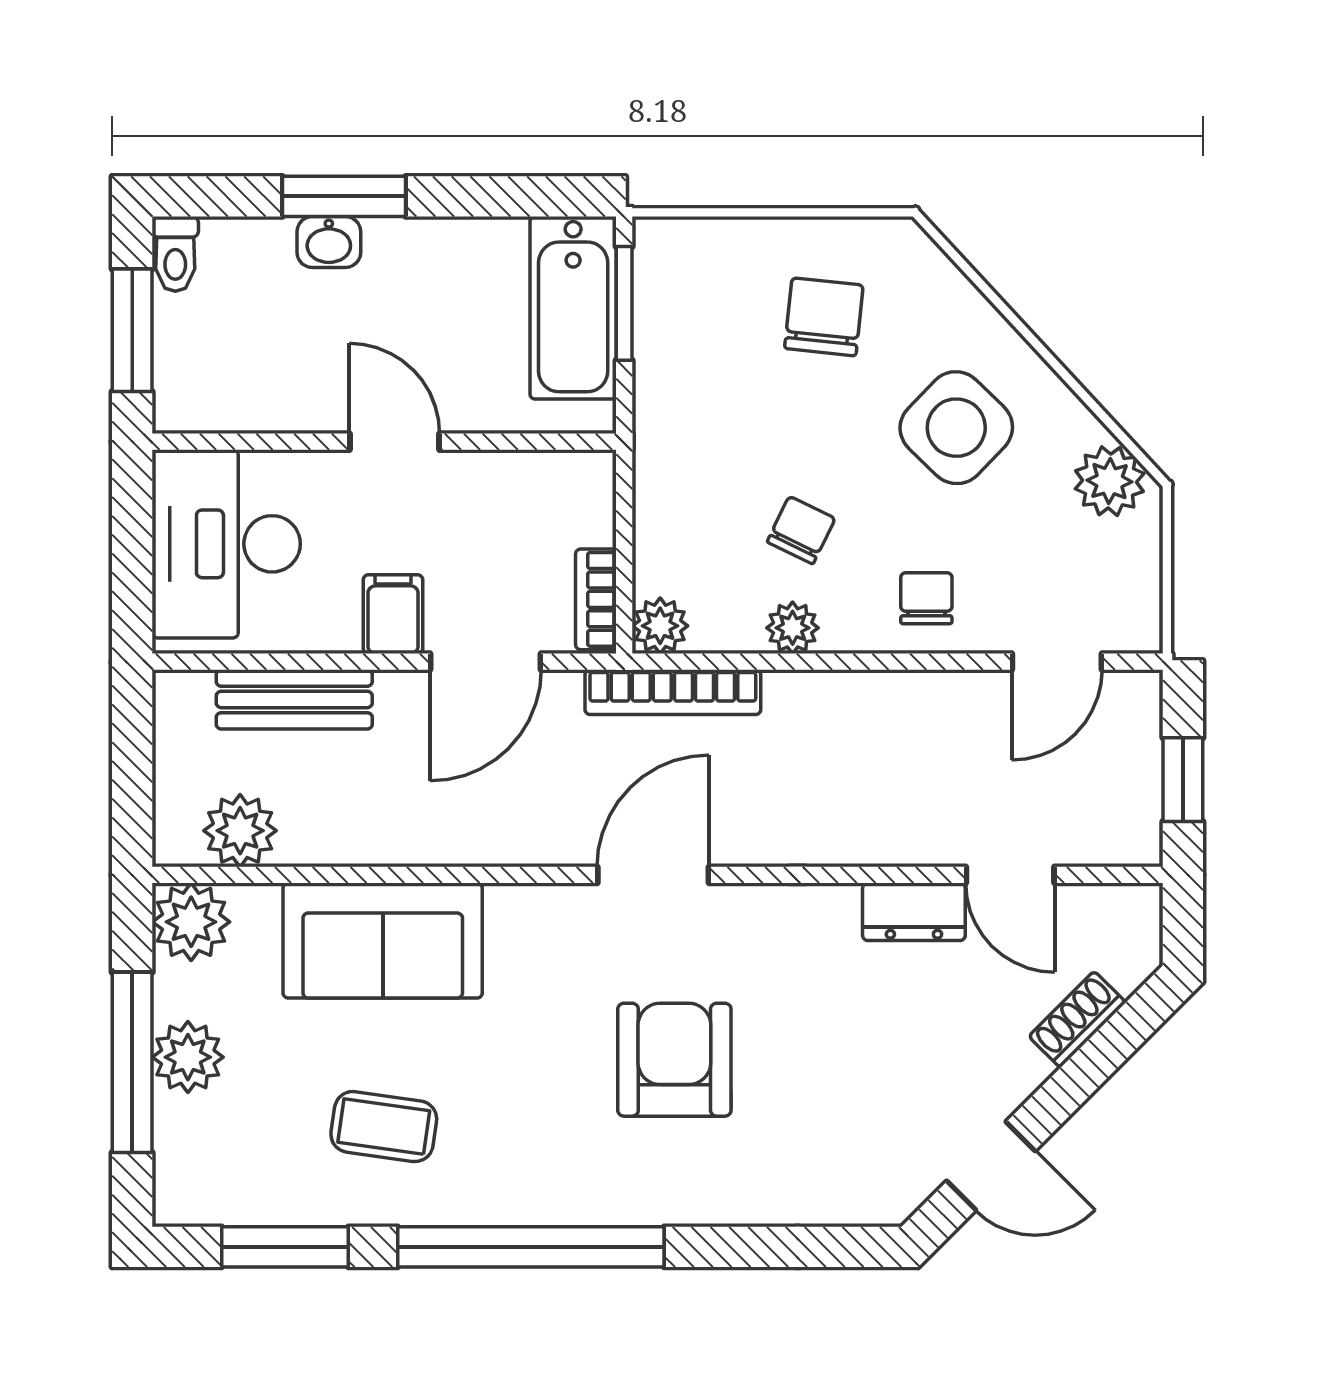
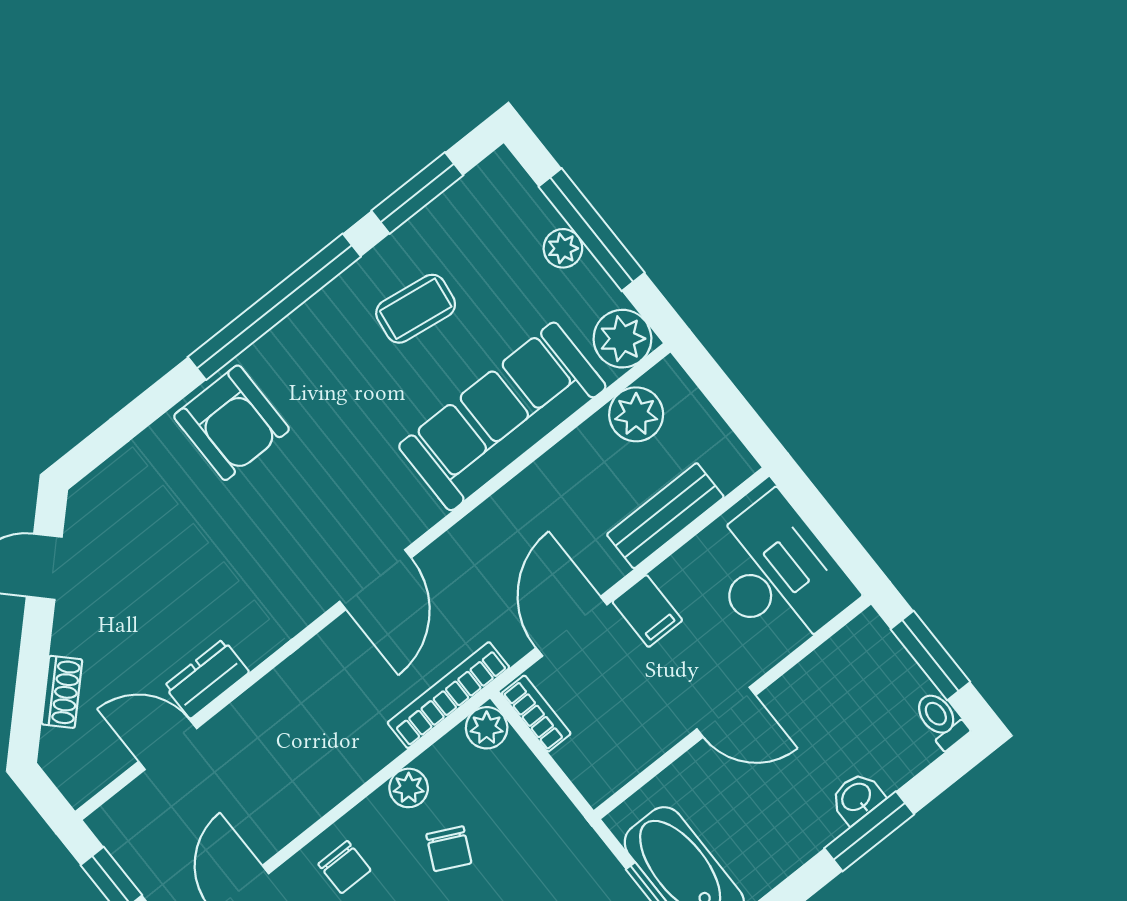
sofa: (383, 941) -> (502, 416), width x1.36
plant: (188, 1057) -> (563, 248), width x0.73, depth x0.73
armchair: (674, 1060) -> (232, 423), moved

